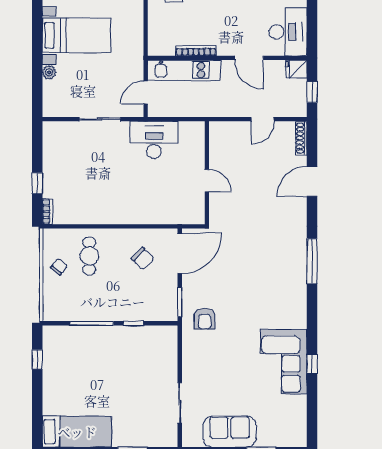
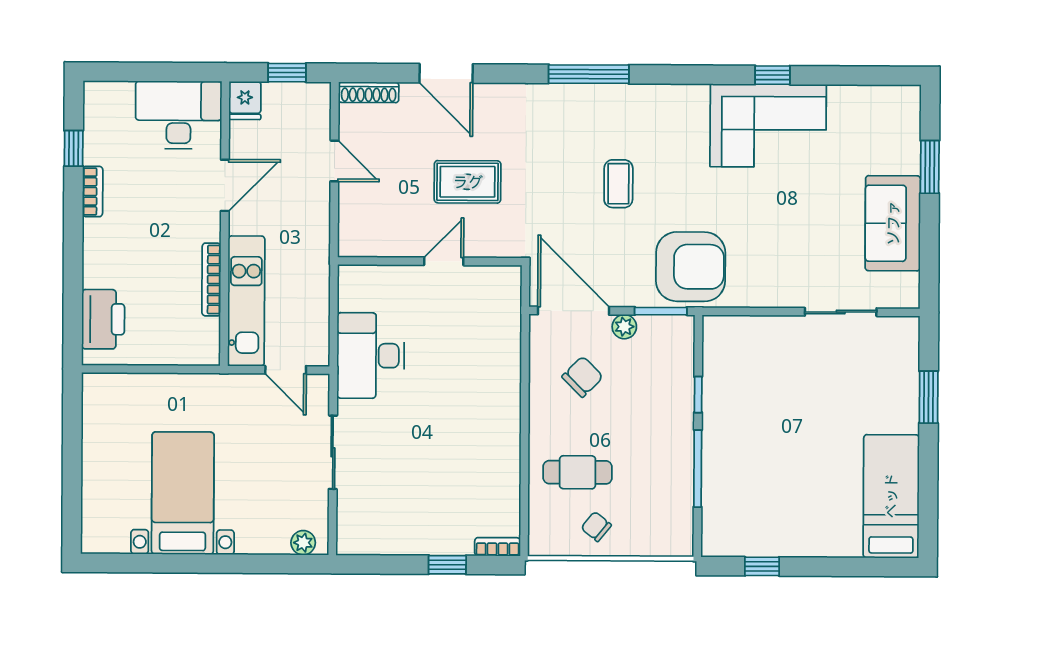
plant: (49, 72) -> (303, 543), moved
rug: (251, 194) -> (468, 182), added
coffee table: (251, 278) -> (618, 184), added
plant: (171, 282) -> (624, 327), added
armchair: (205, 319) -> (691, 267), width x1.88, depth x1.88

